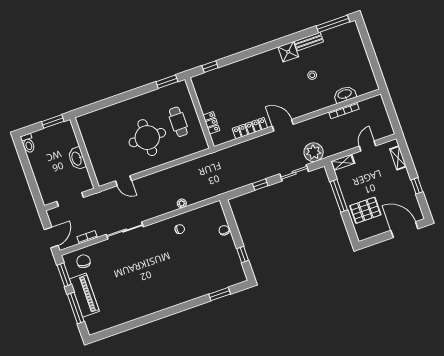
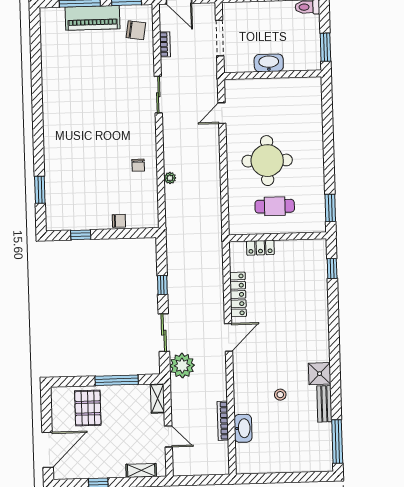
sliding door: (125, 231) -> (158, 95), width x0.73

